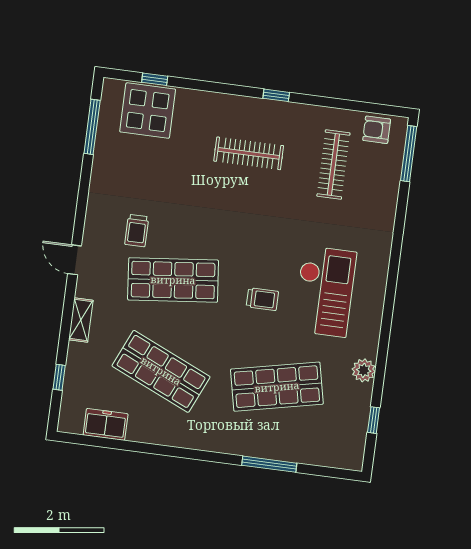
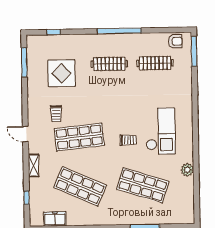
window: (276, 95) -> (119, 31), width x3.17
display table: (148, 111) -> (62, 73), moved
armchair: (377, 130) -> (175, 41), turned 180
clothes rail: (333, 165) -> (155, 63), turned 90
shop shelf: (277, 387) -> (143, 185), turned 30
window: (374, 420) -> (197, 195), removed

